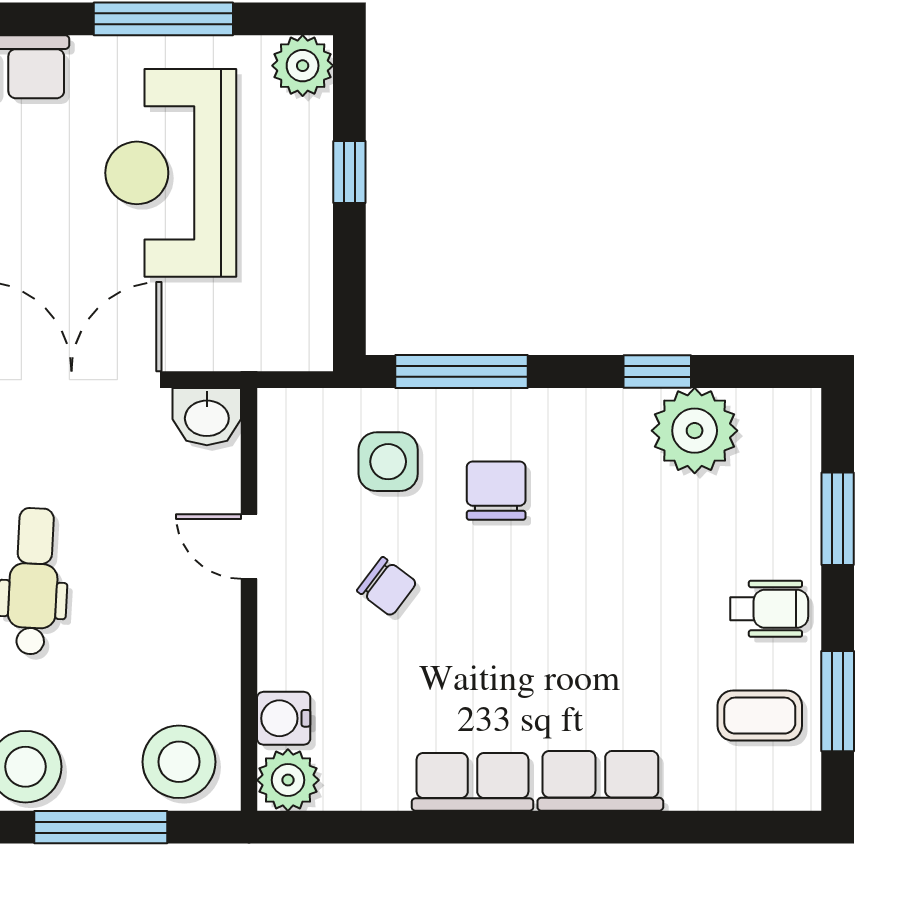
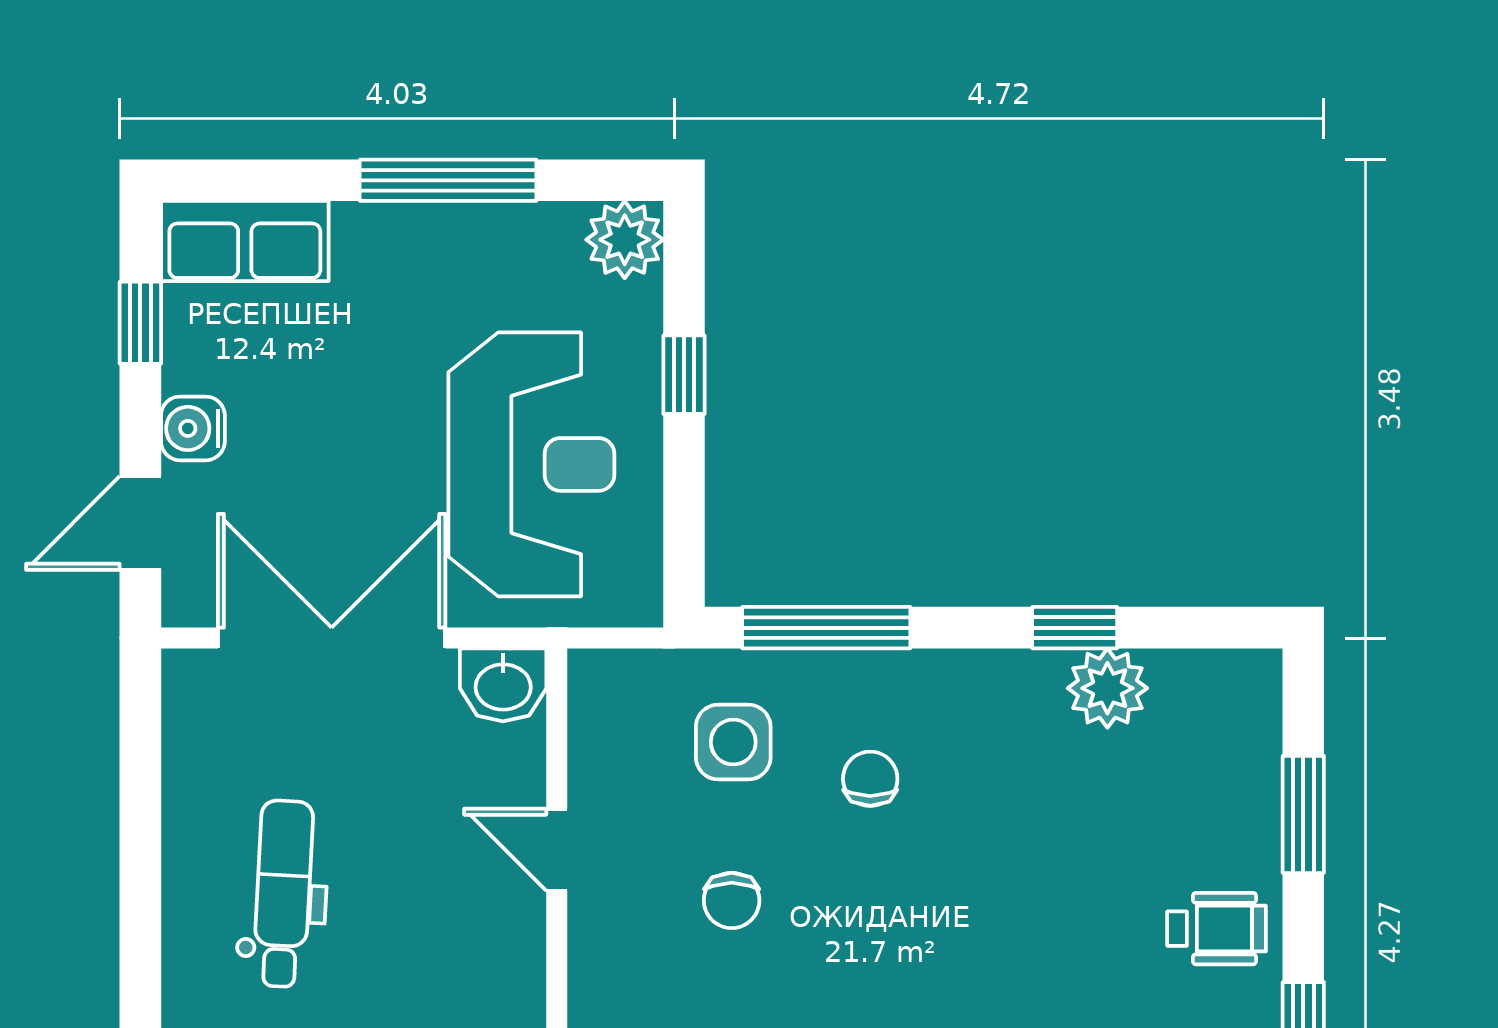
reception desk: (171, 173) -> (531, 464), moved, turned 180
plant: (695, 431) -> (1107, 688), width x0.73, depth x0.73
chair: (496, 491) -> (870, 779), width x0.73, depth x0.73
chair: (387, 587) -> (732, 900), turned 53

